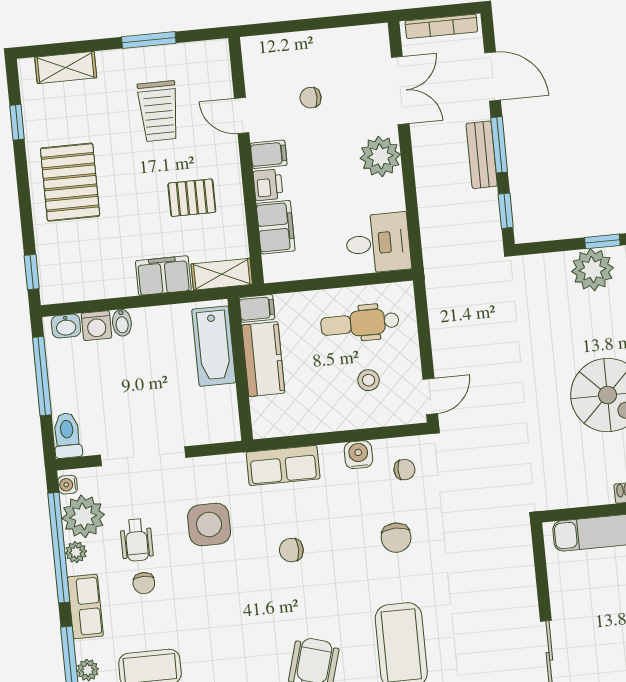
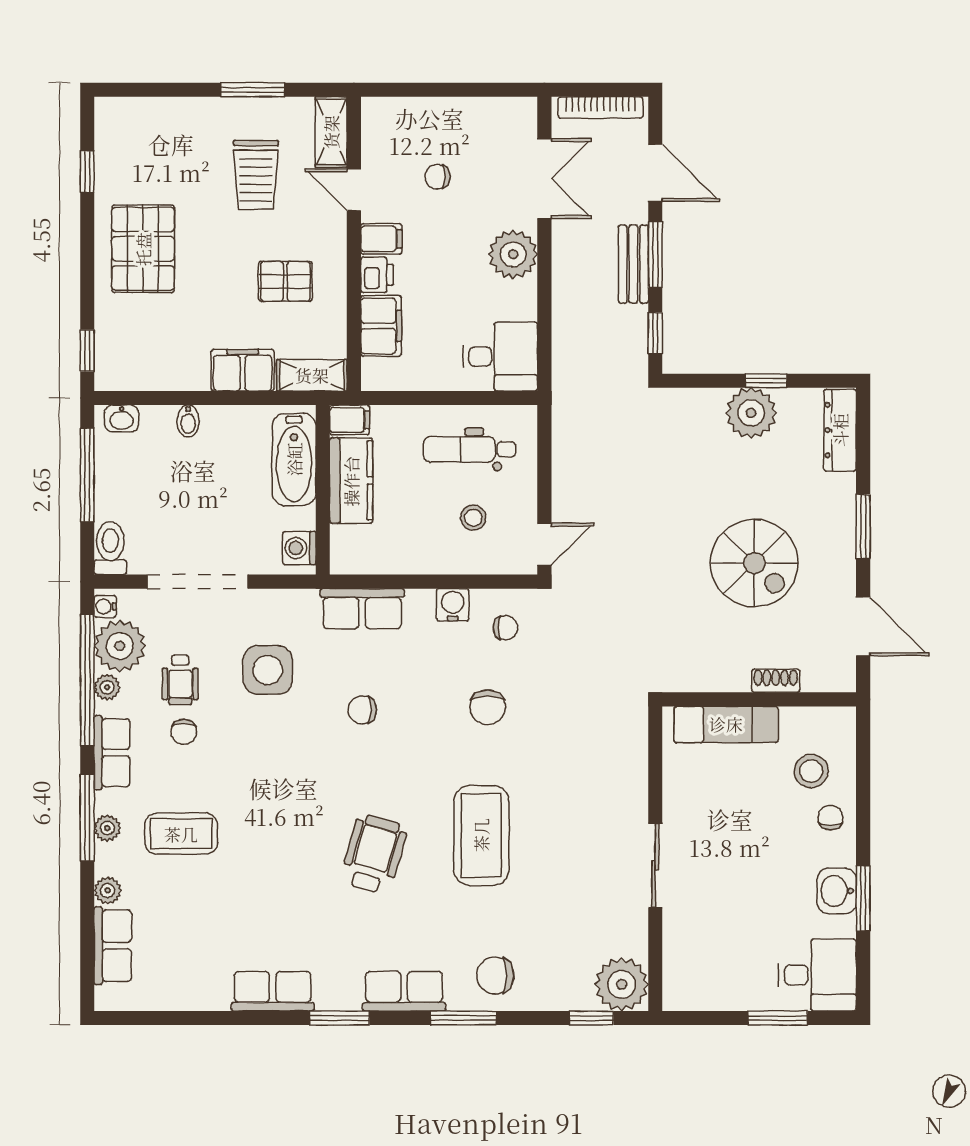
shelving: (66, 67) -> (331, 132), moved, turned 90
washing machine: (97, 326) -> (299, 548), moved, turned 90

